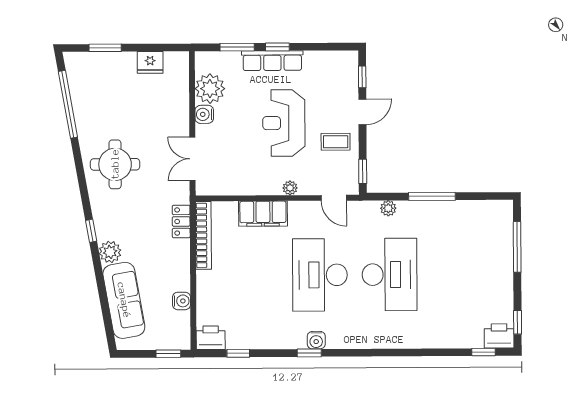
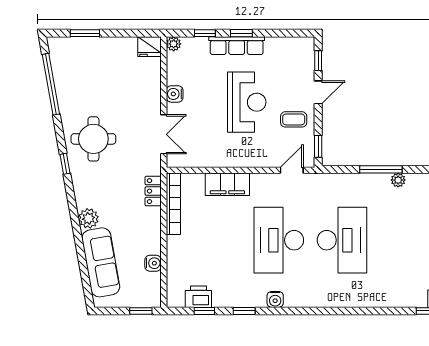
window: (237, 47) -> (205, 33), width x0.67
fridge: (150, 62) -> (150, 47), moved
plant: (210, 89) -> (174, 44), moved, width x0.53, depth x0.53
reception desk: (284, 123) -> (247, 102), turned 180
double door: (192, 159) -> (164, 134), swing flipped
plant: (290, 188) -> (252, 161), removed
door: (334, 198) -> (292, 170), swing flipped
plant: (388, 208) -> (398, 180), moved
window: (91, 231) -> (65, 164), moved
printer: (211, 338) -> (198, 297), moved
window: (309, 353) -> (244, 311), moved

